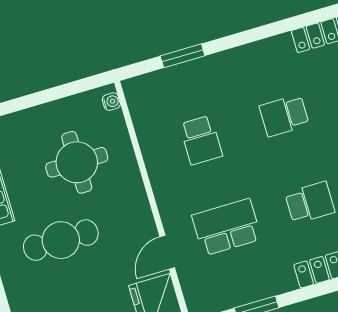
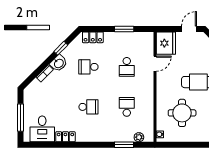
plant: (155, 82) -> (139, 137), added
school desk: (227, 227) -> (127, 67), width x0.54

